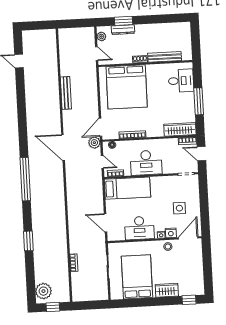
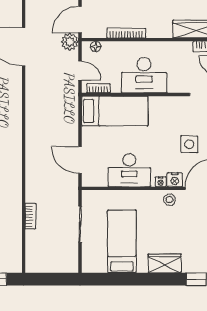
bed: (137, 277) -> (122, 242), width x0.67

